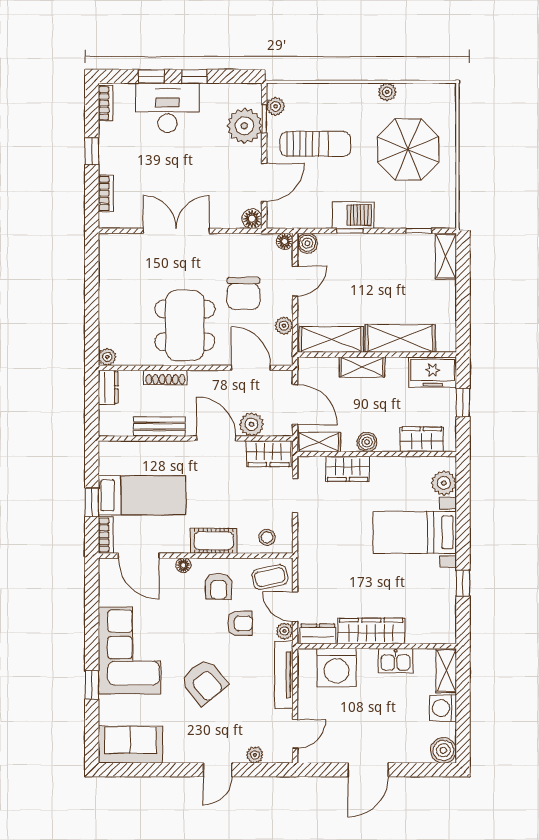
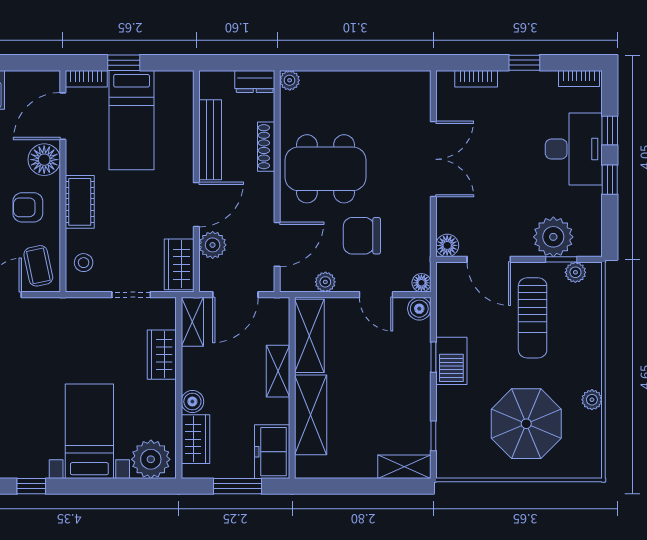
window: (463, 403) -> (237, 486), width x1.50
bench: (159, 426) -> (210, 140), width x1.36
boiler: (367, 442) -> (192, 402), moved
plant: (444, 483) -> (151, 459), width x1.36, depth x1.36
floor lamp: (183, 565) -> (44, 160), width x1.89, depth x1.89

